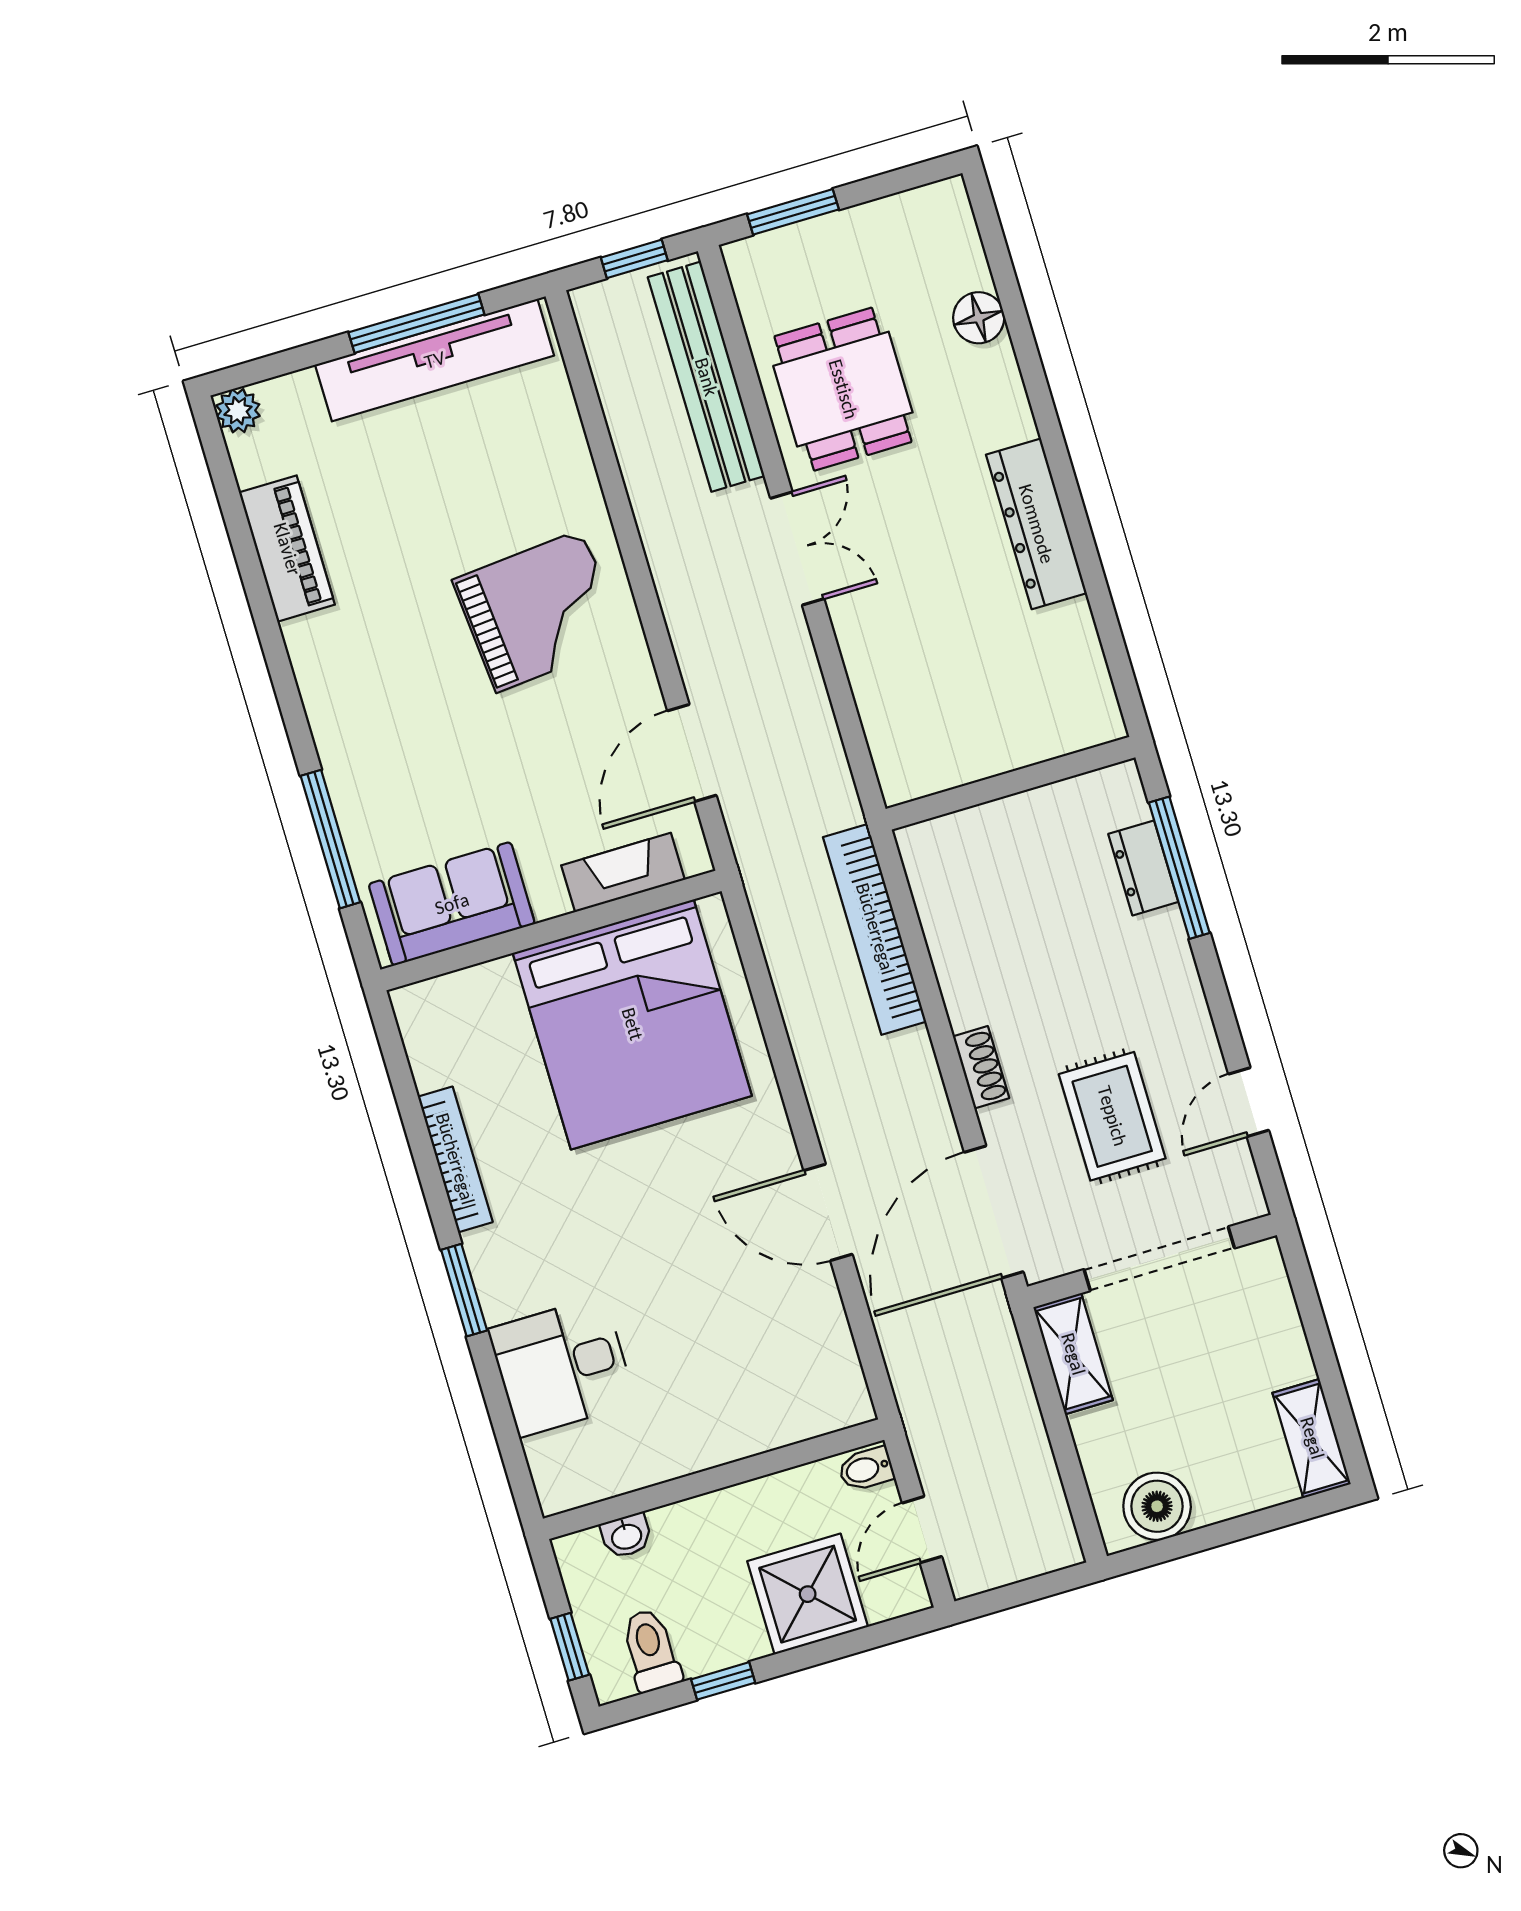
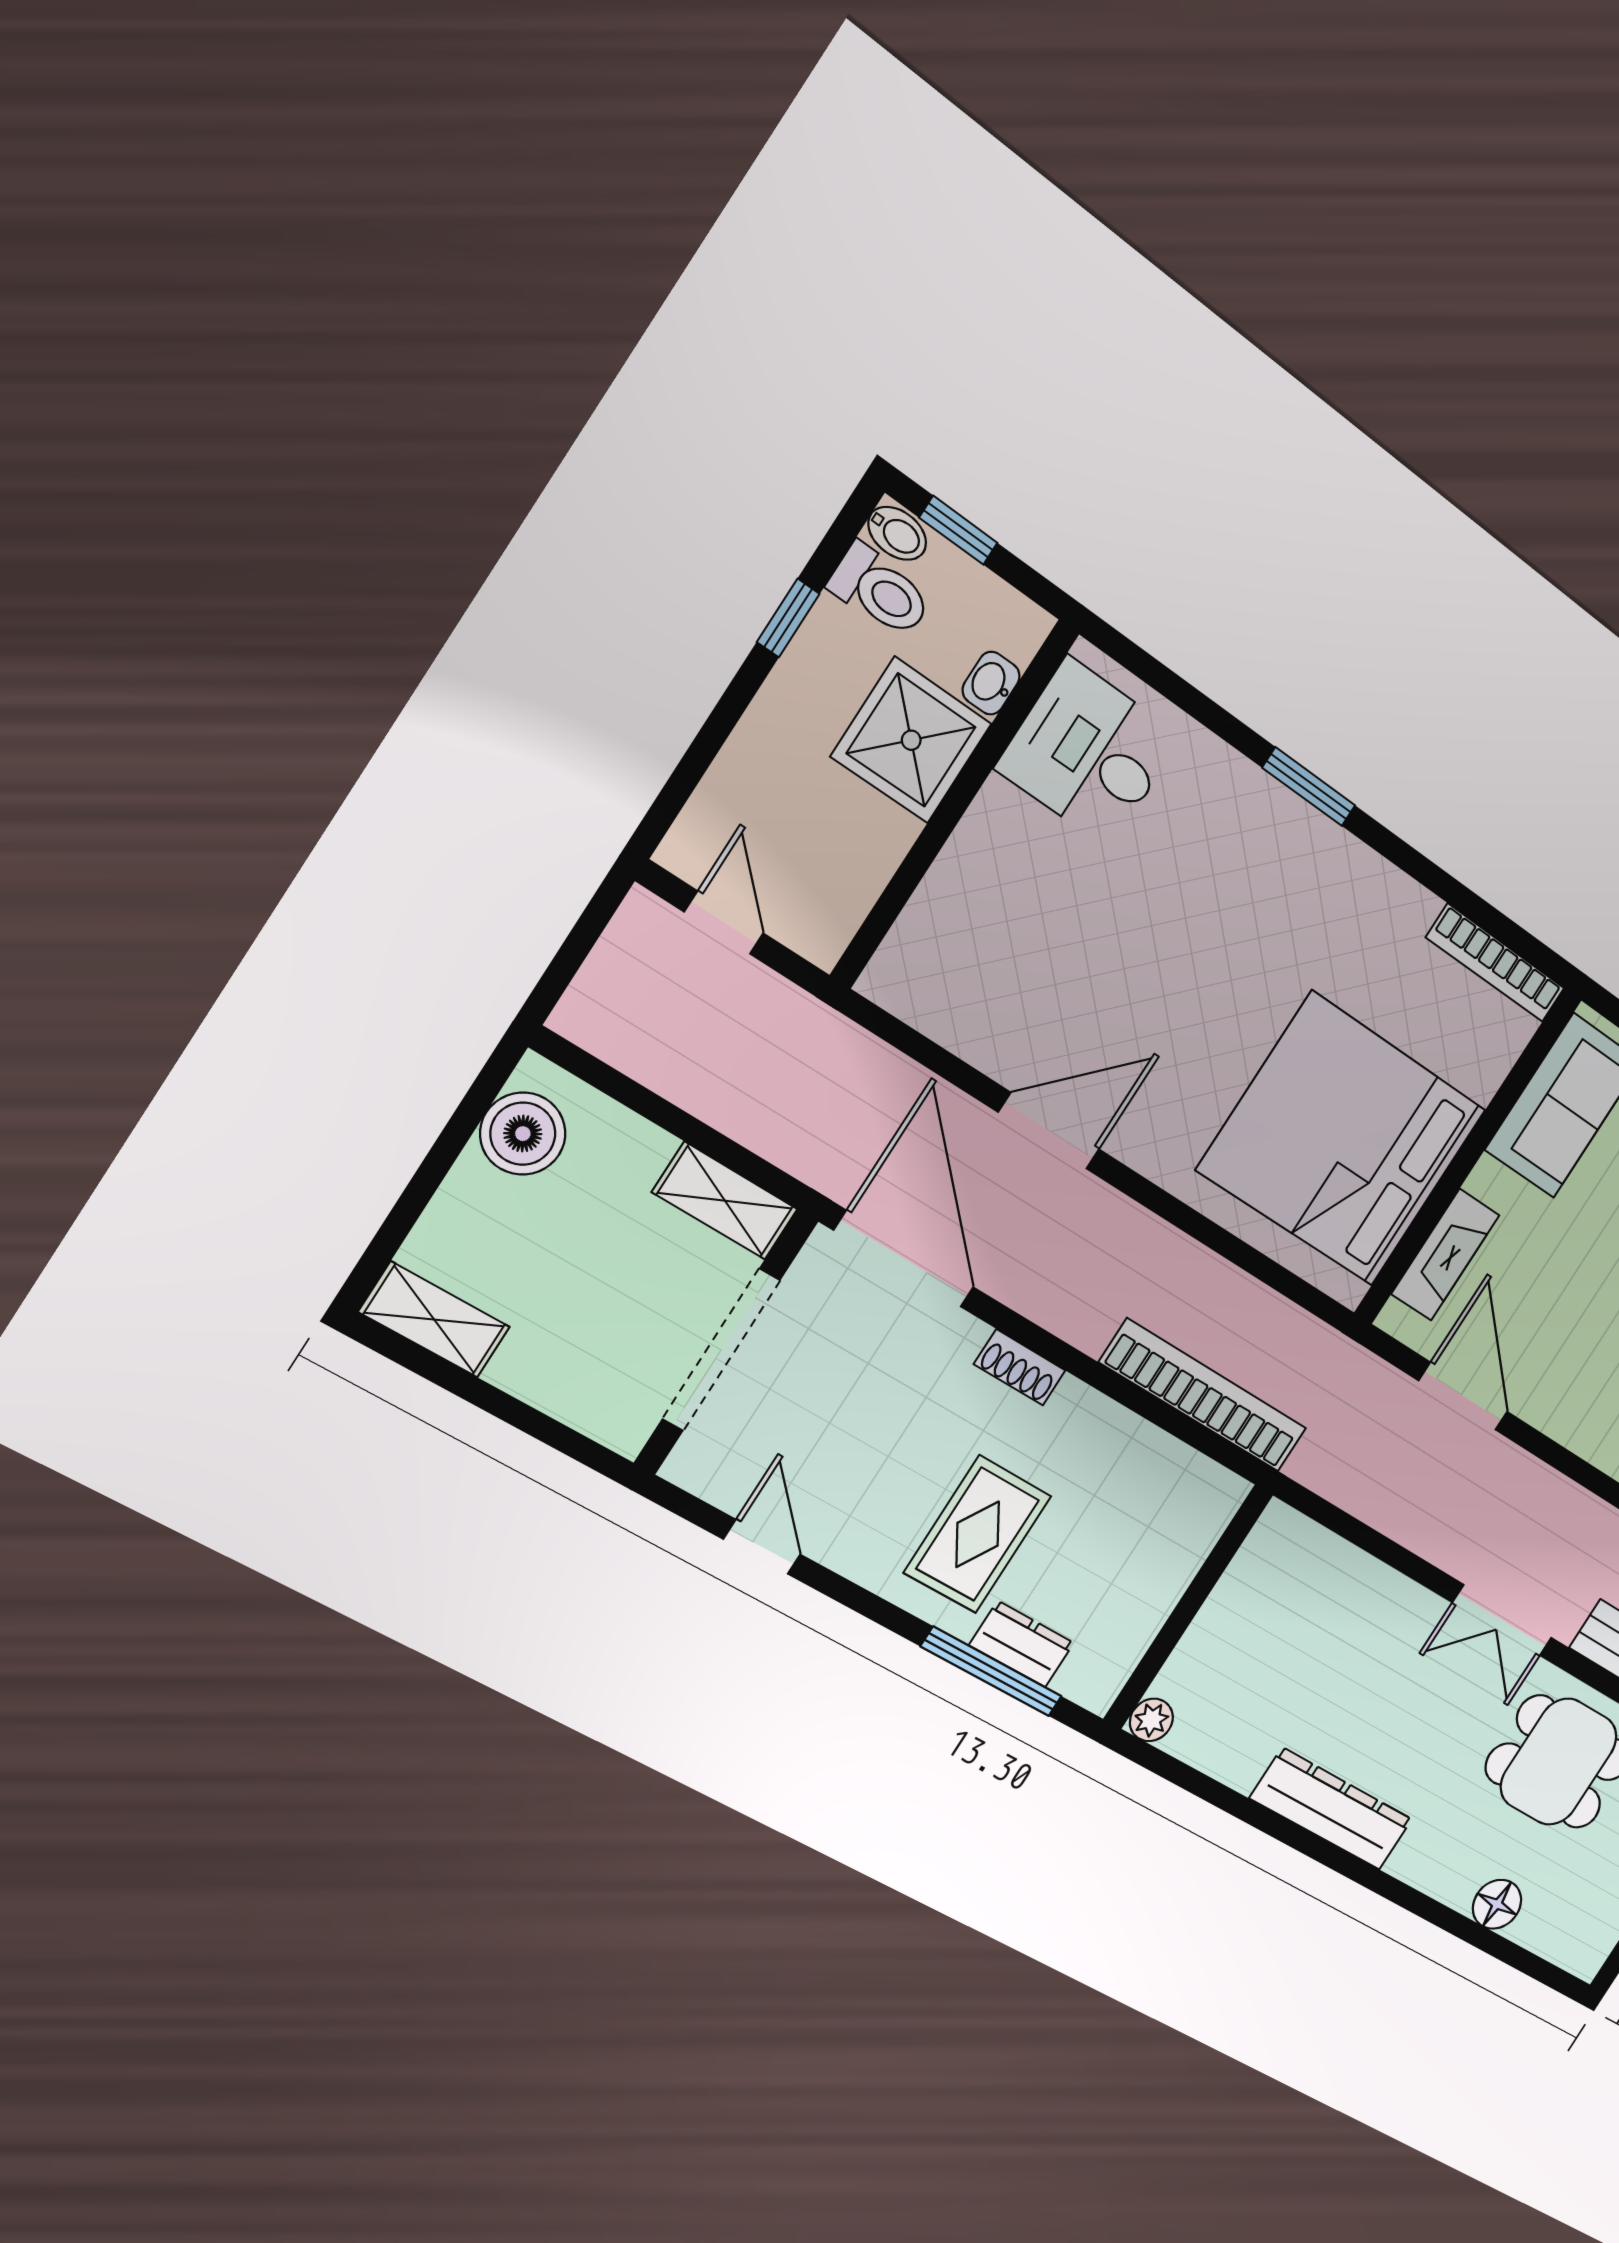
plant: (1104, 723) -> (1151, 1720), added
rug: (1112, 1116) -> (978, 1534), moved, turned 90
bookcase: (455, 1159) -> (1496, 963), moved
desk: (562, 1366) -> (1089, 753), moved, turned -90
bidet: (866, 1469) -> (897, 533), moved, turned 90
shower: (808, 1594) -> (911, 740), moved

